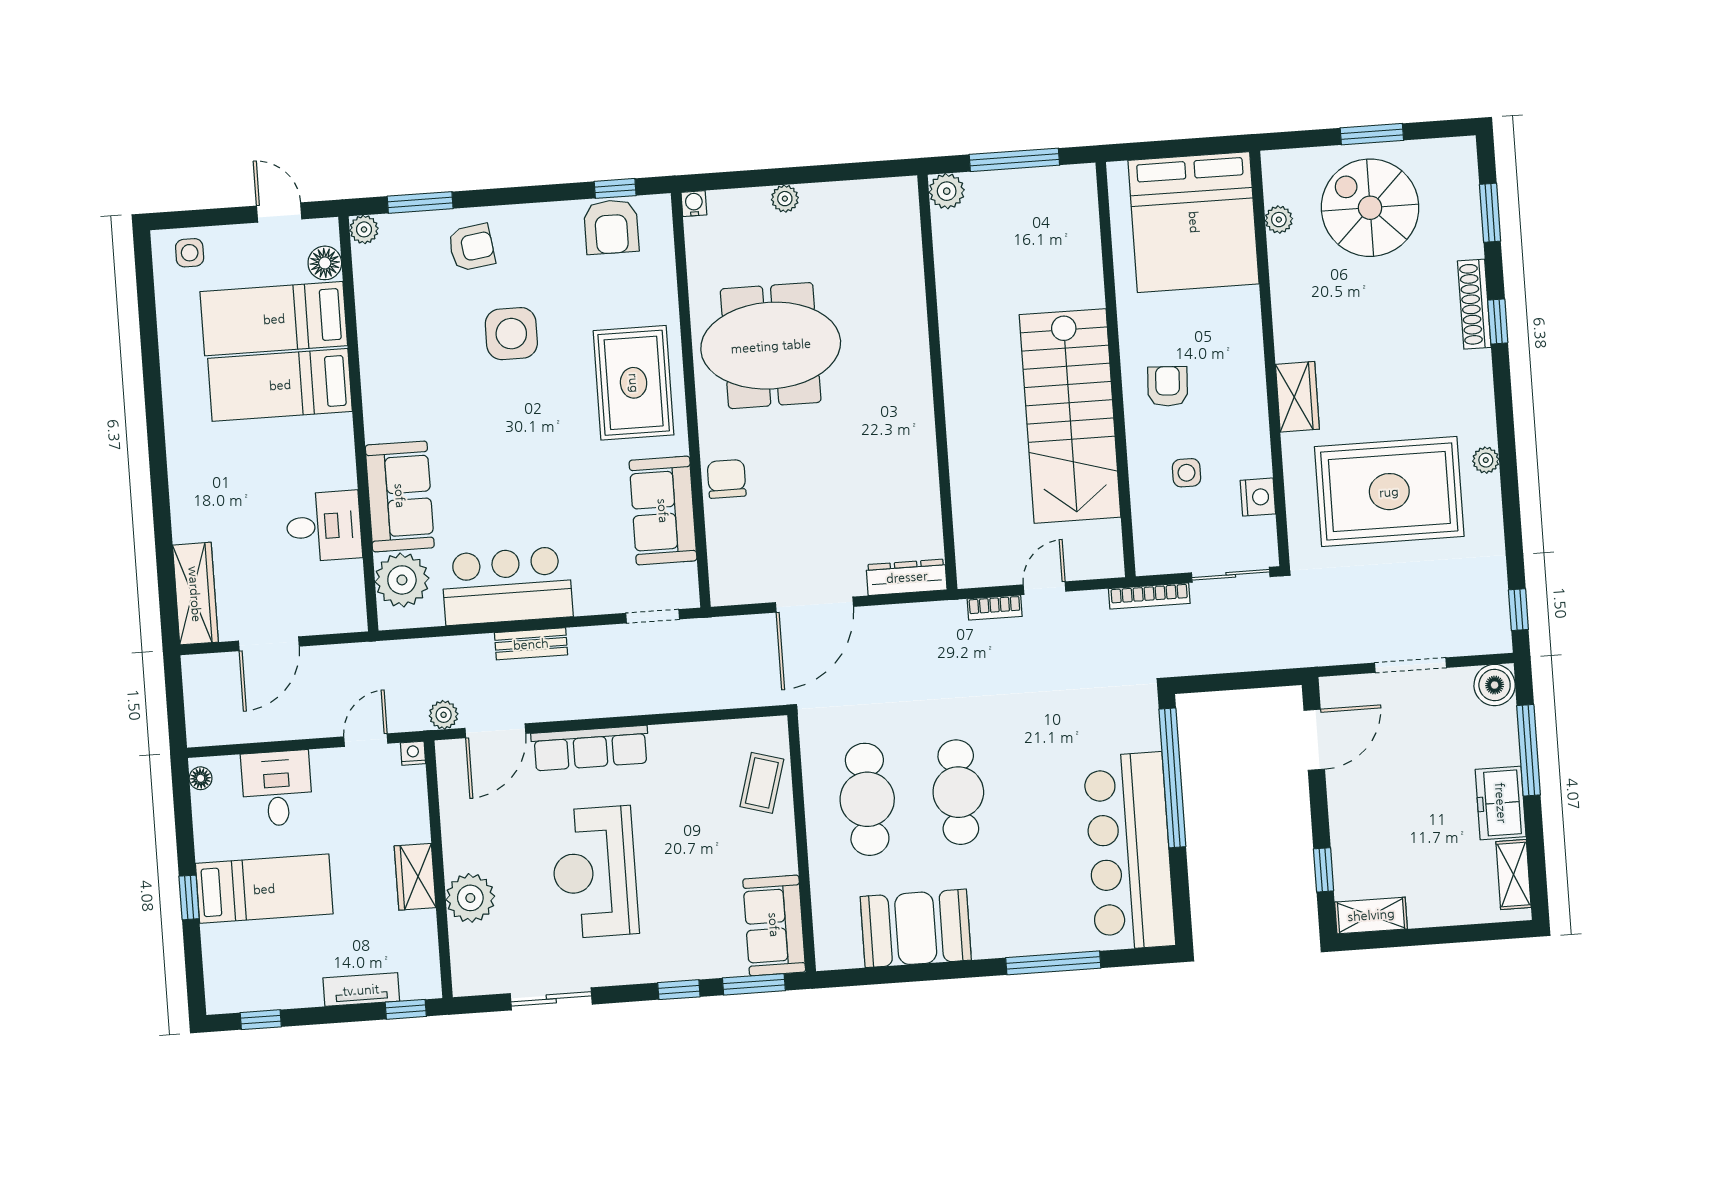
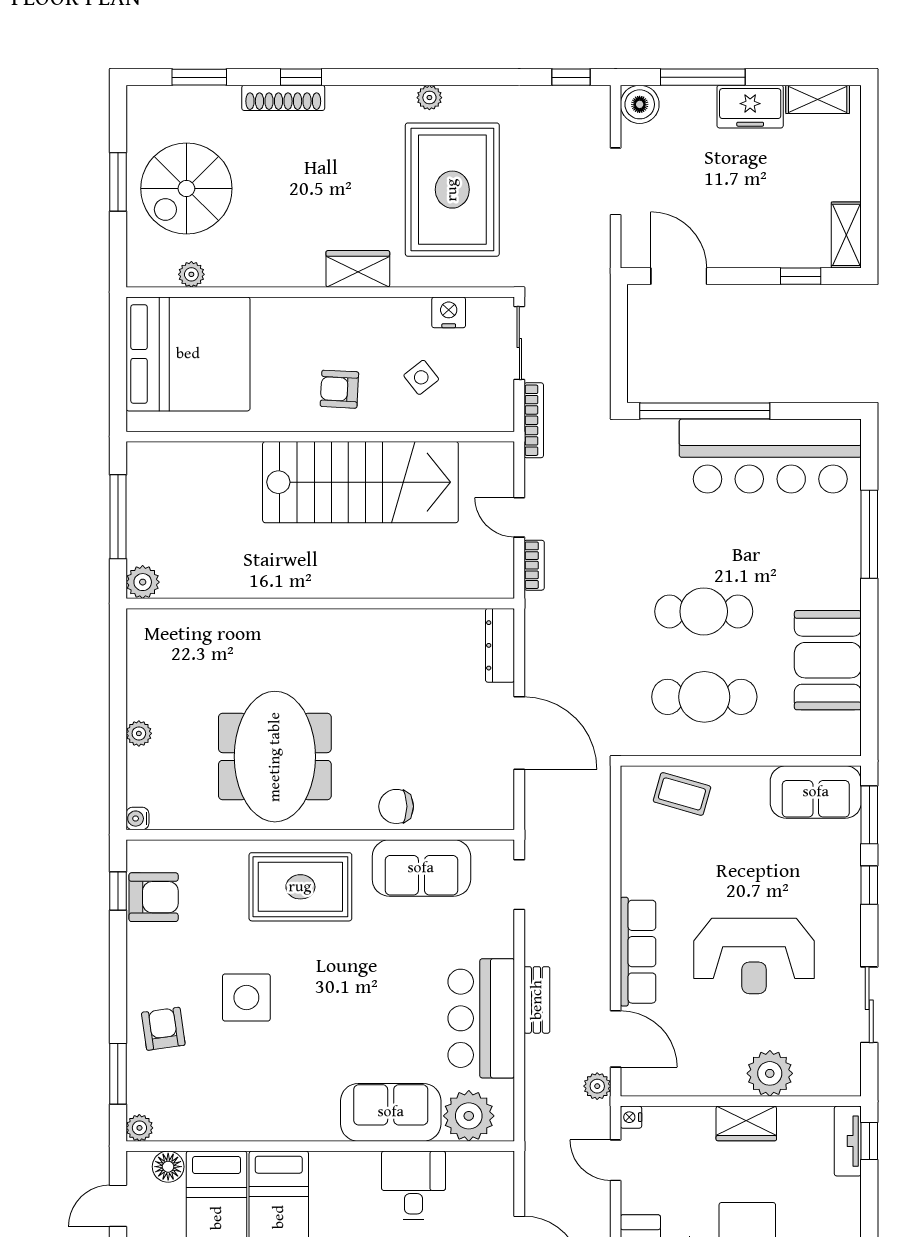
side table: (1187, 473) -> (421, 377), turned -38
tv unit: (361, 990) -> (848, 1141), moved

